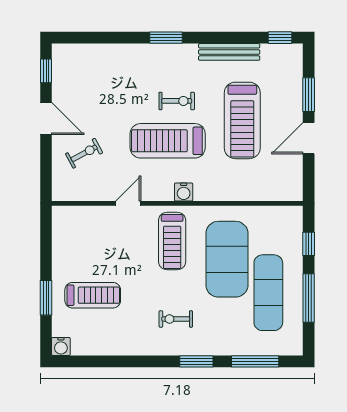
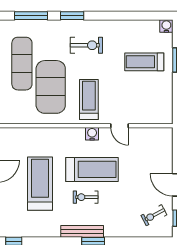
bench: (229, 52) -> (82, 231), moved
exercise bike: (84, 153) -> (154, 215), moved
water cooler: (184, 192) -> (92, 134), moved
door: (128, 203) -> (119, 126), hinge flipped
exercise bike: (176, 319) -> (86, 45), width x1.38, depth x1.39

